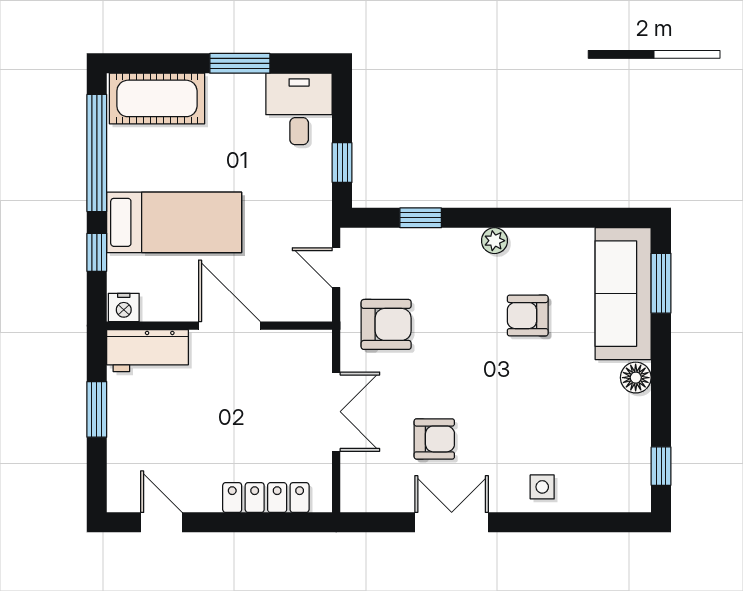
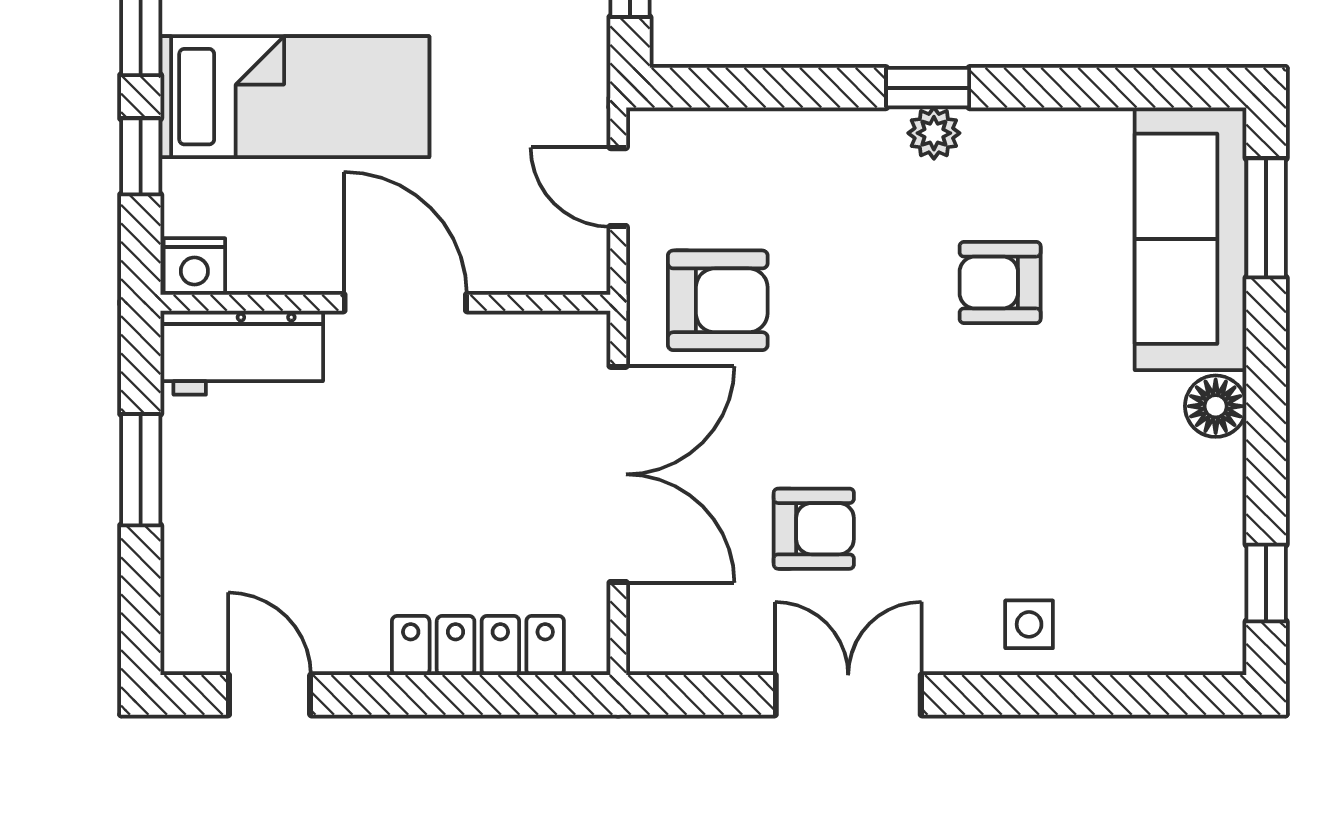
window: (421, 218) -> (928, 88), moved
double door: (336, 412) -> (618, 474), width x1.37

